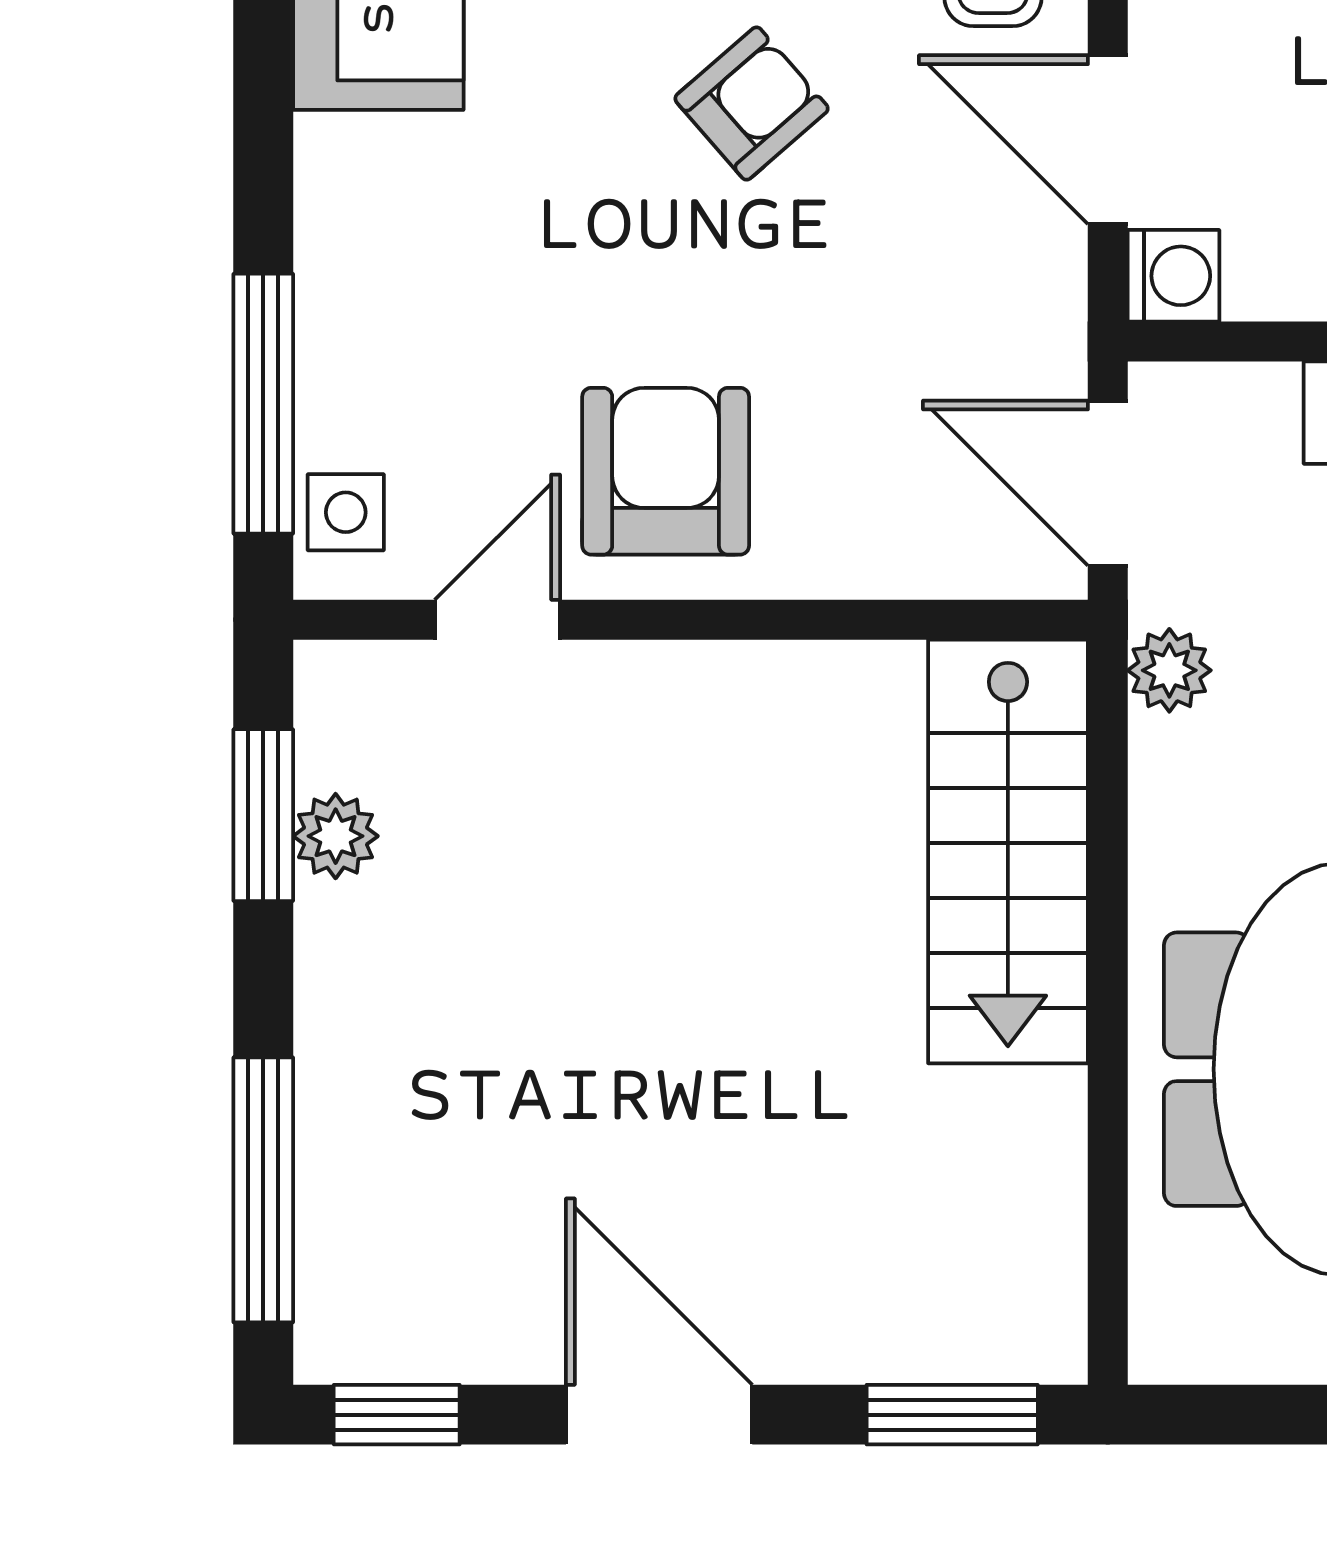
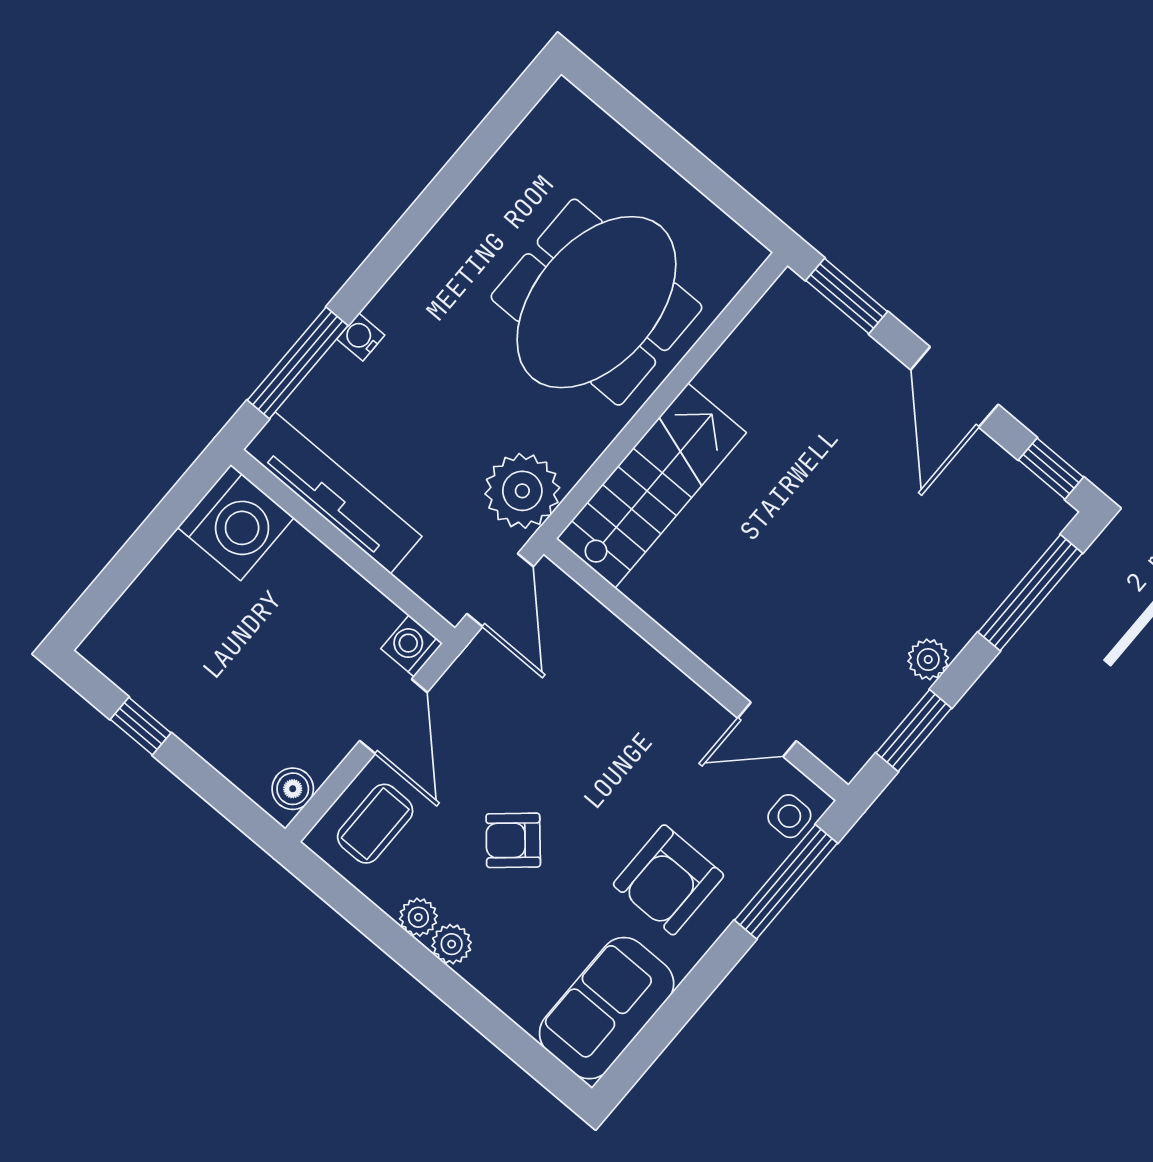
armchair: (666, 471) -> (669, 880), moved
plant: (1169, 670) -> (522, 491), width x1.88, depth x1.88
plant: (336, 836) -> (928, 659), moved

